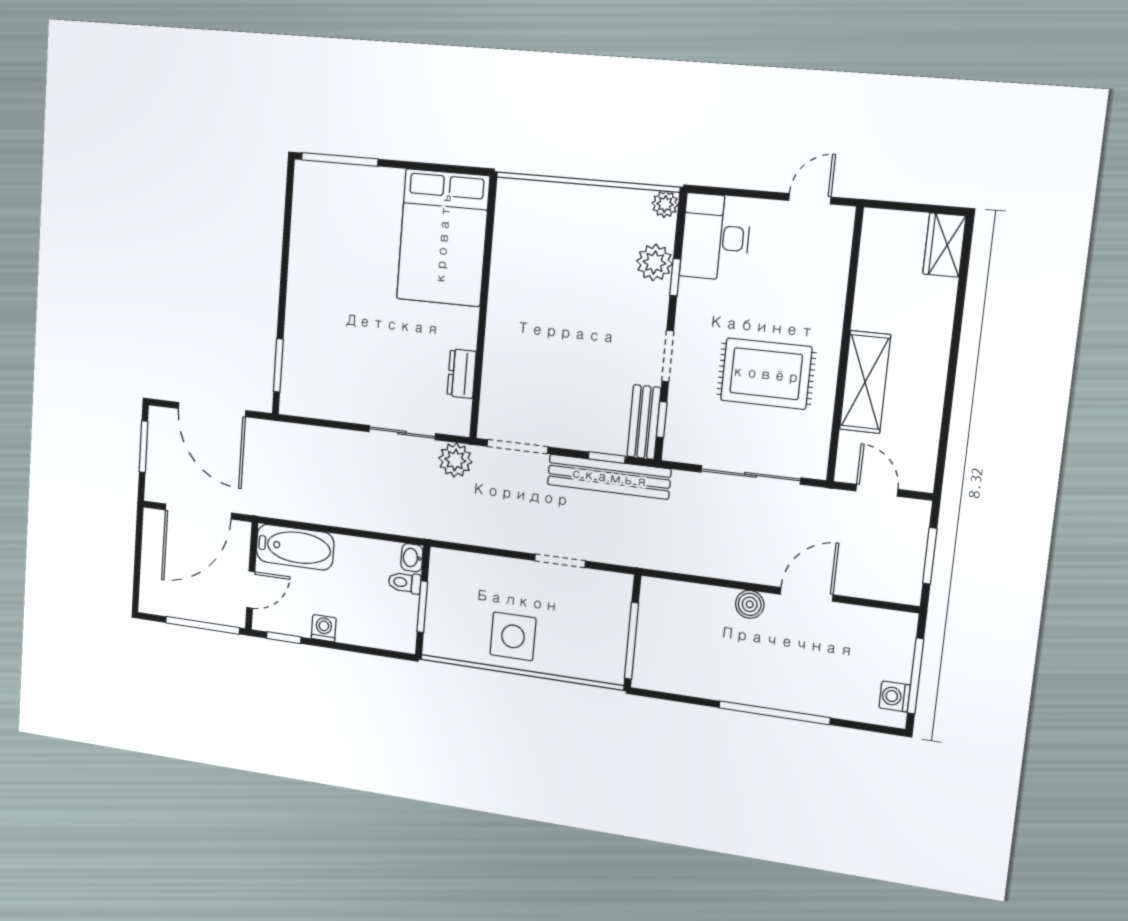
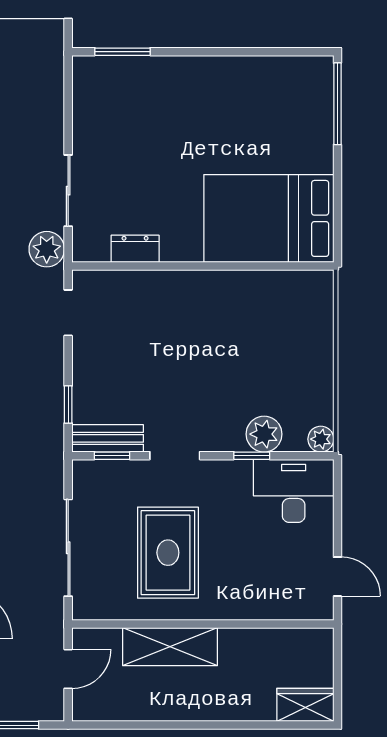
doorway: (517, 447) -> (68, 313), width x0.73
bench: (609, 477) -> (49, 408), removed

